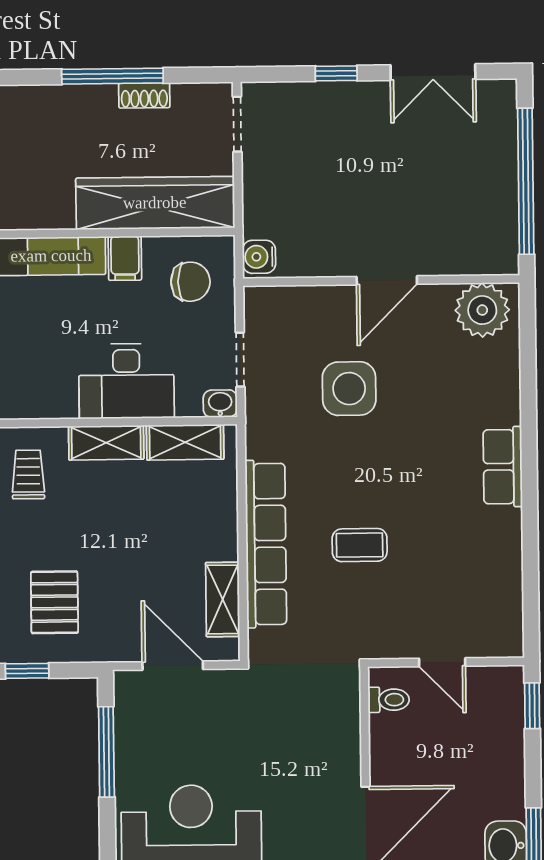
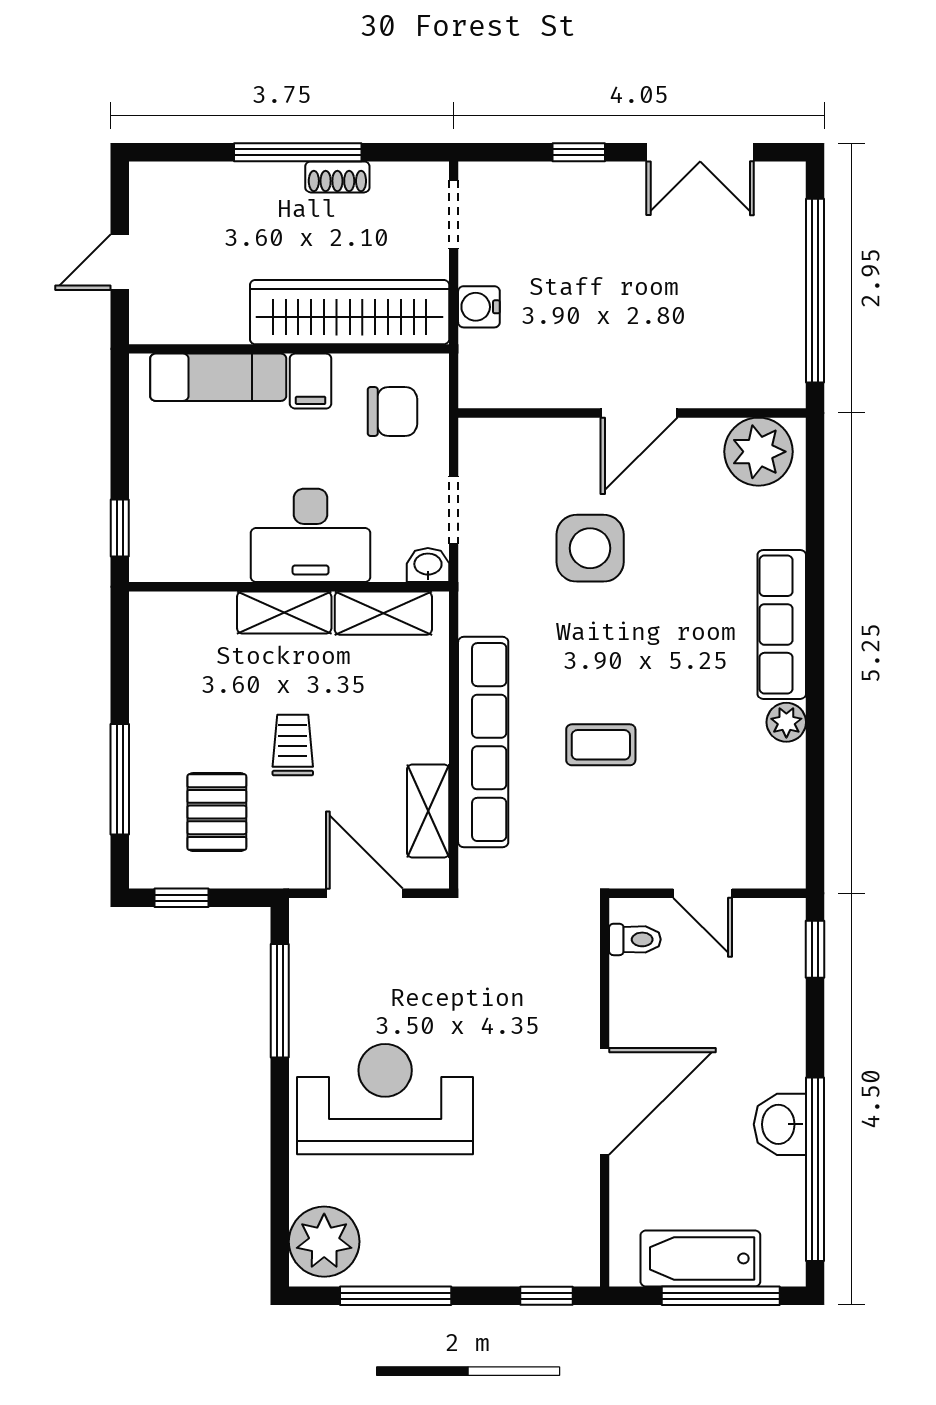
water cooler: (259, 257) -> (479, 307), moved
row of seats: (503, 467) -> (782, 624), width x1.48
trolley: (28, 475) -> (293, 745), moved
plant: (507, 525) -> (786, 722), added

